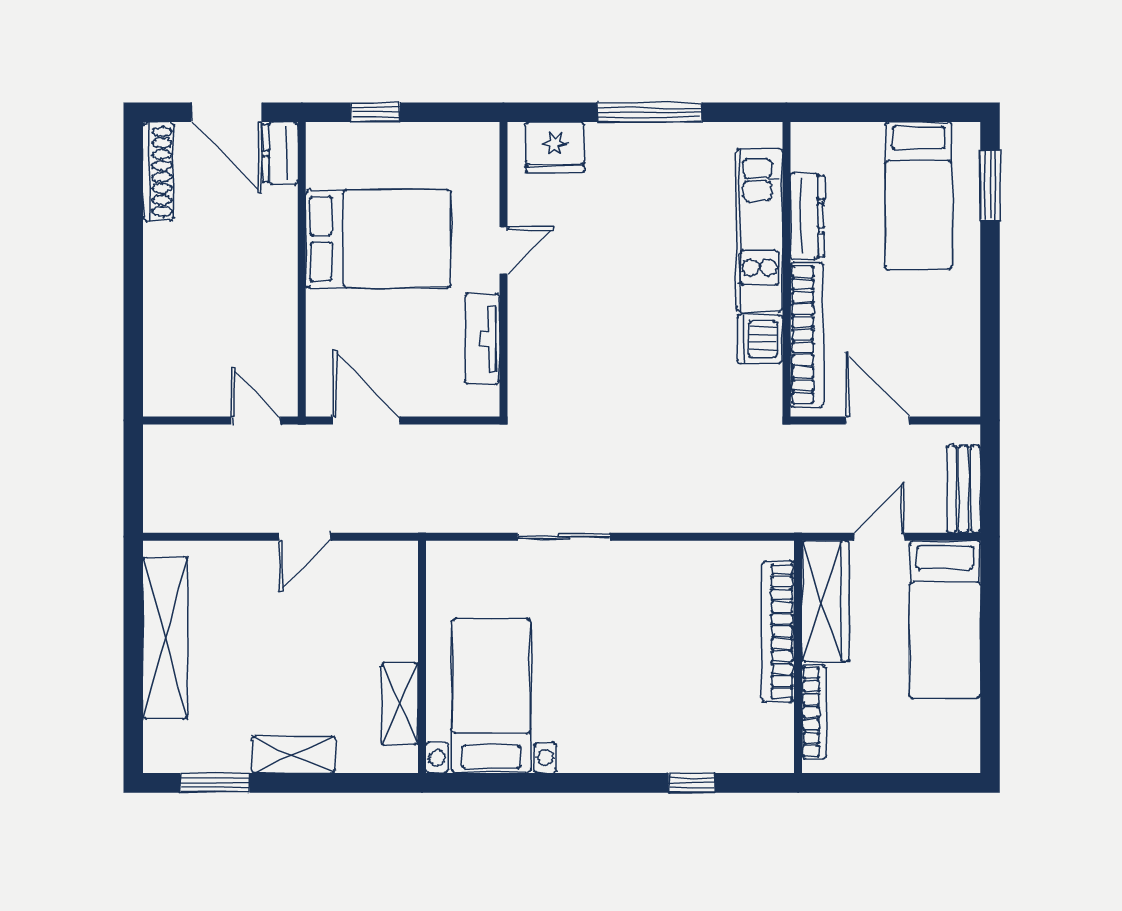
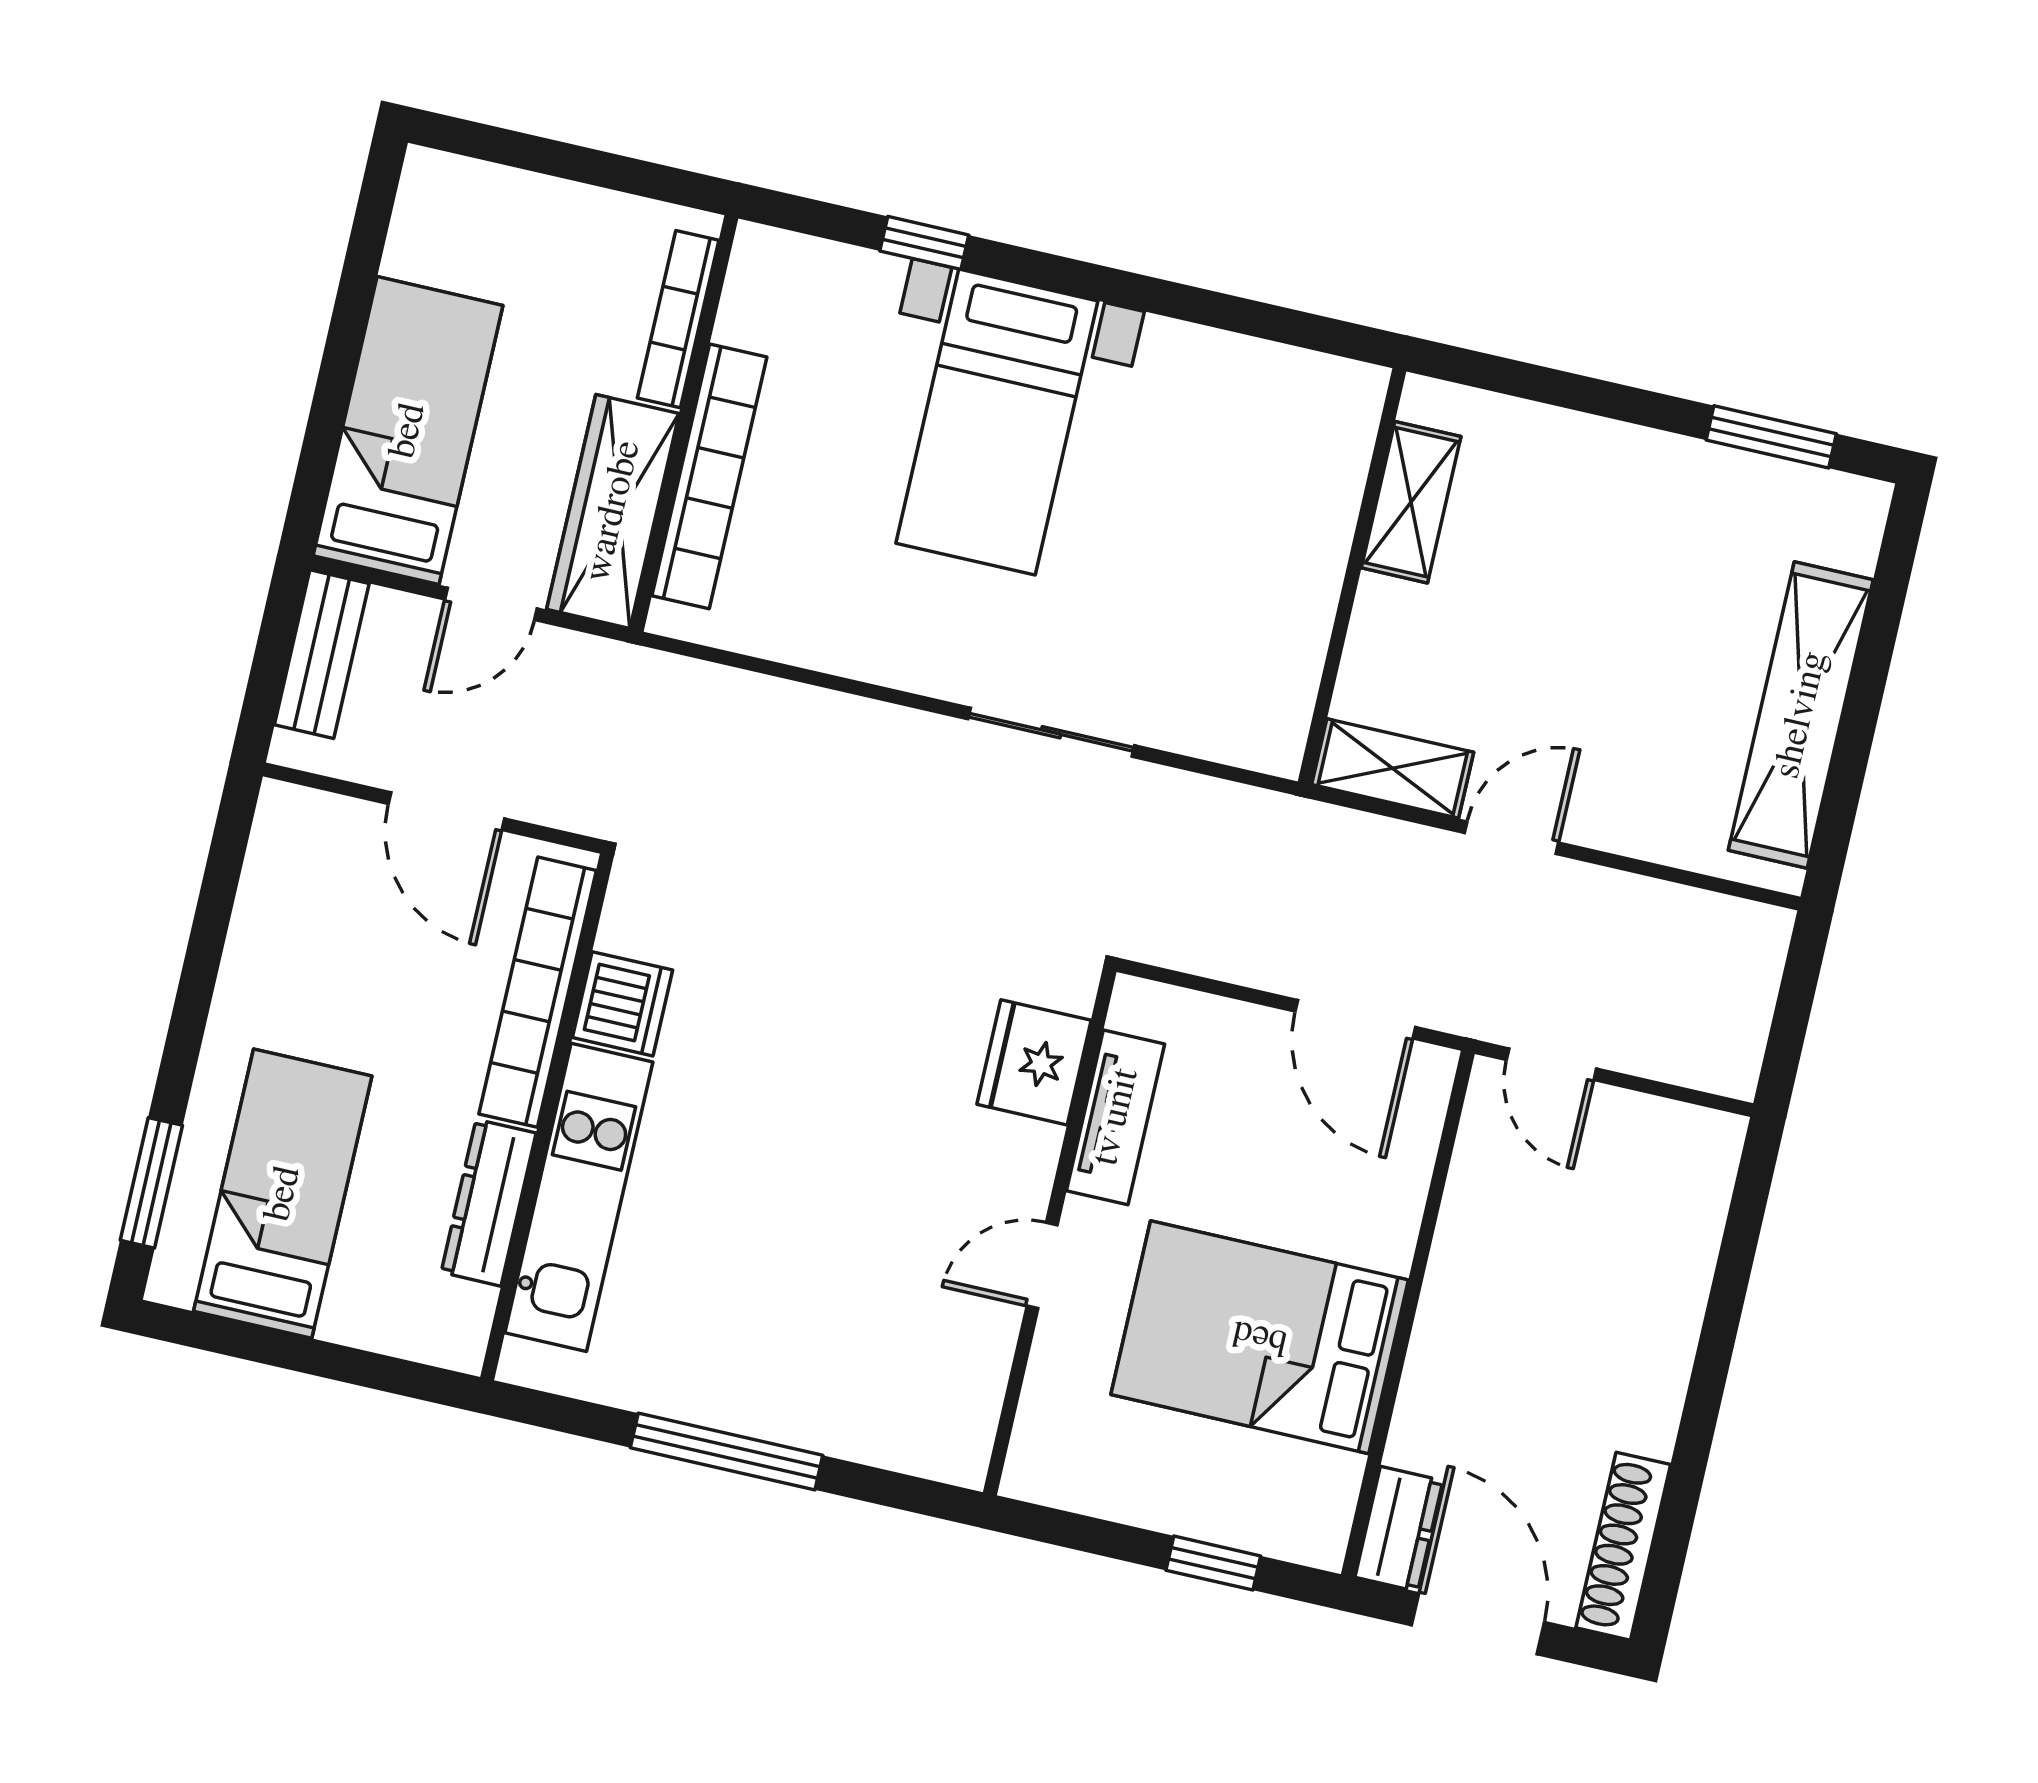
fridge: (555, 147) -> (1034, 1062), moved, turned -90
bed with nightstands: (491, 696) -> (997, 422), moved
shelving: (293, 755) -> (1393, 768), moved

